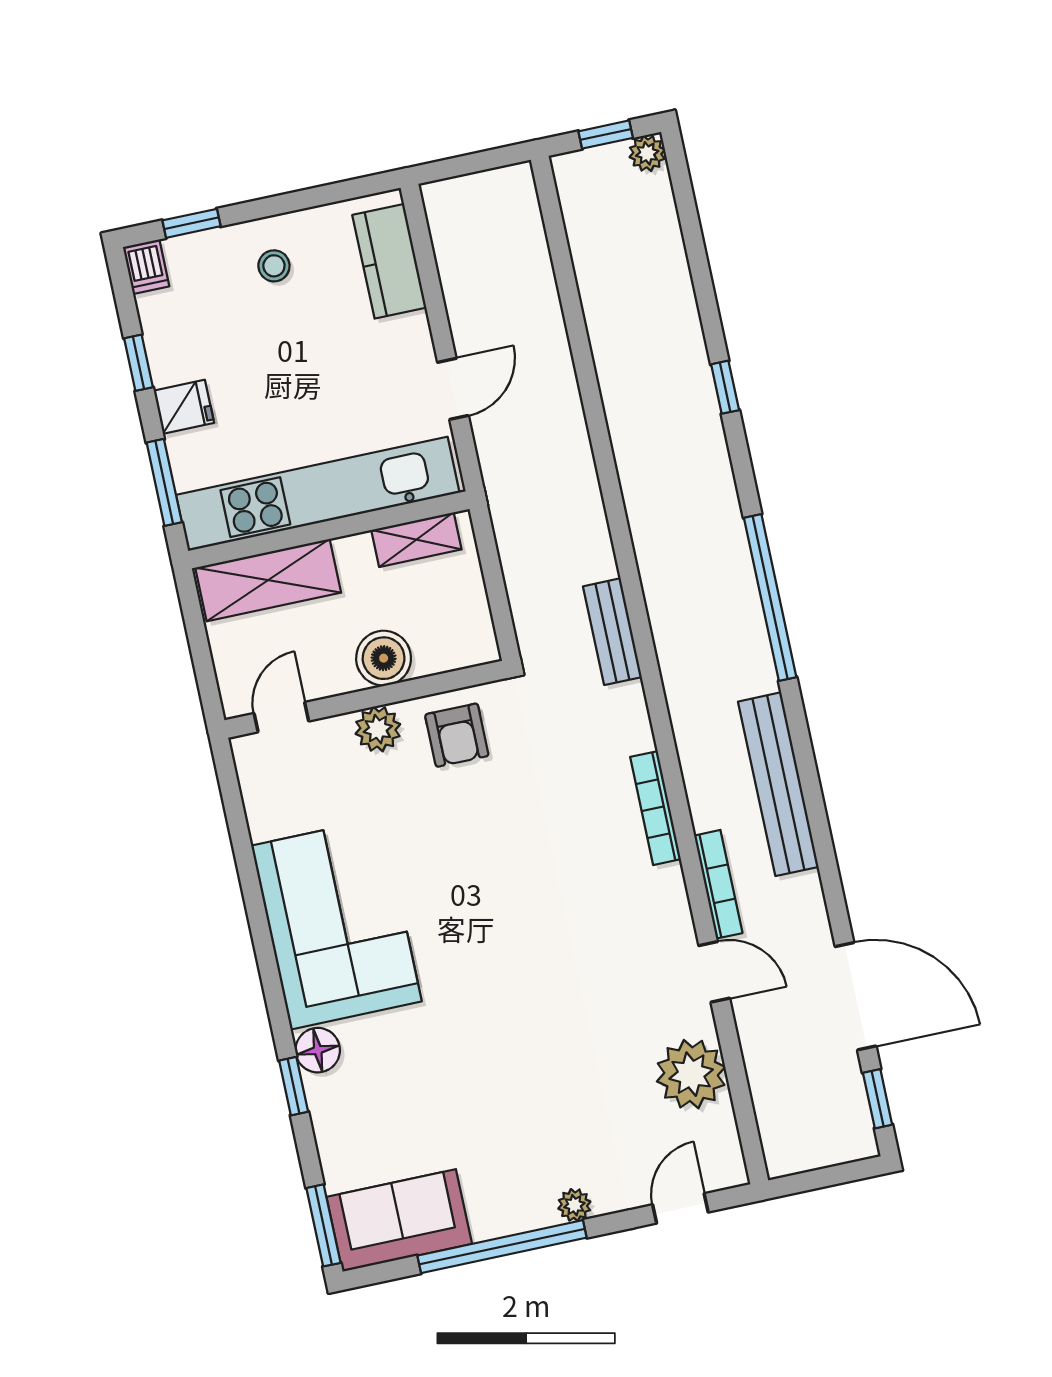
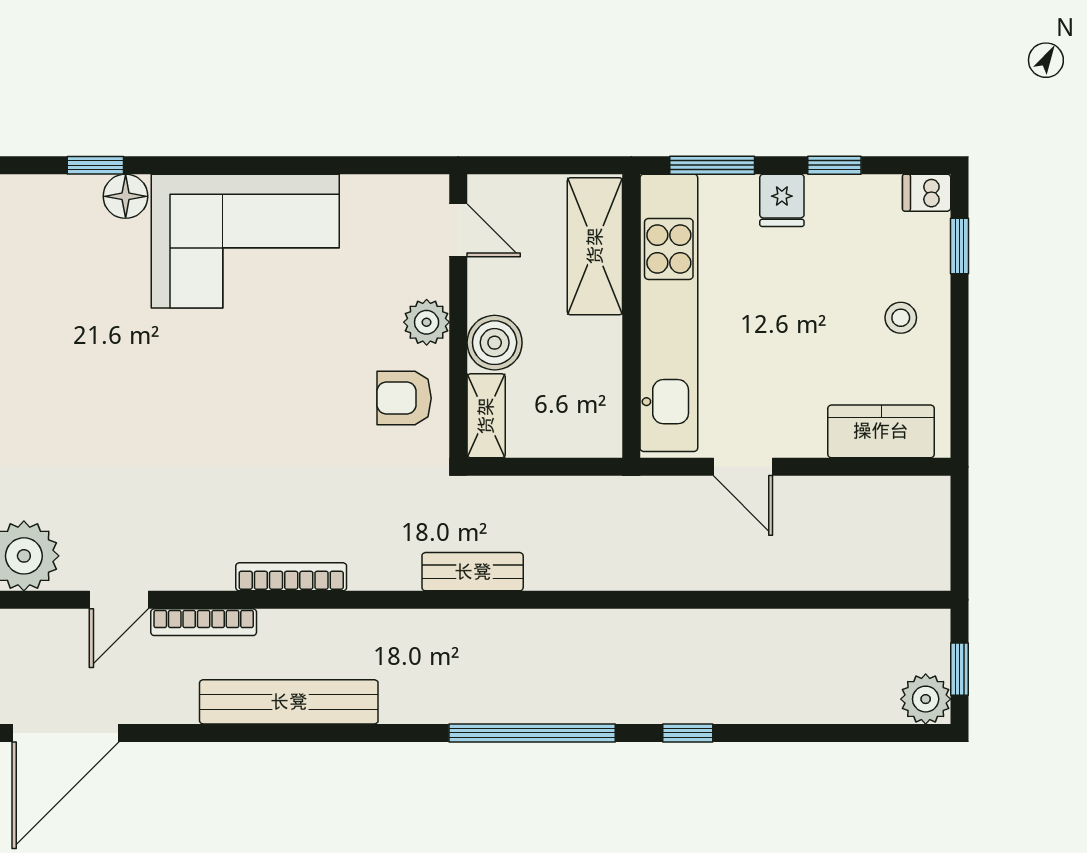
plant: (647, 153) -> (926, 699), width x1.38, depth x1.38
shelving: (416, 540) -> (486, 416), moved
window: (770, 598) -> (532, 733), moved

